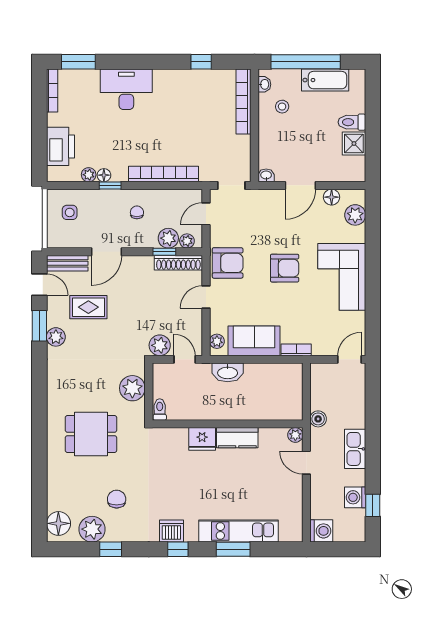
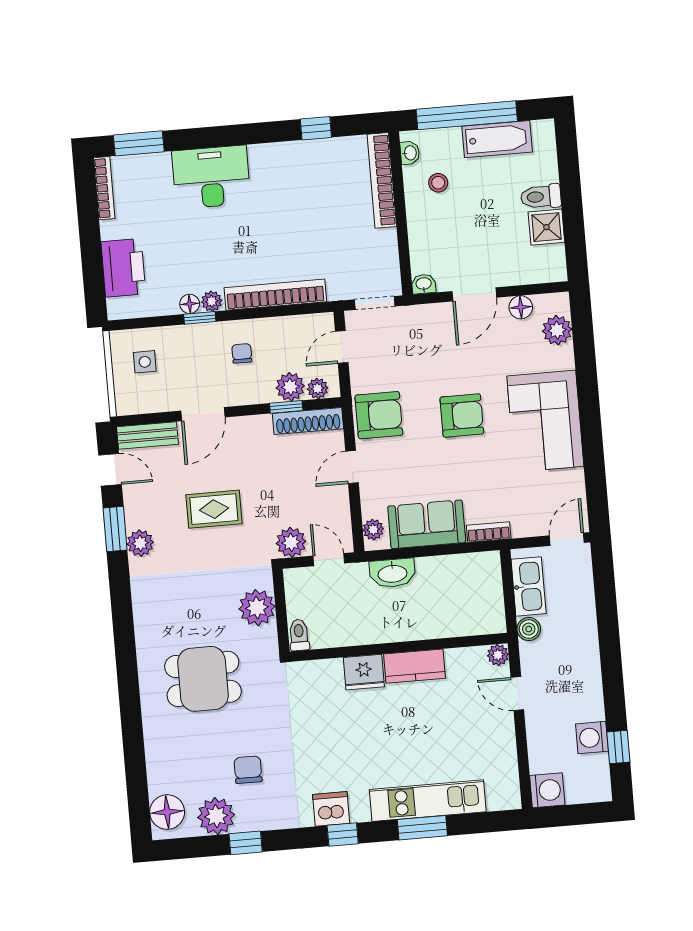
plant: (89, 175) -> (212, 301), moved
rug: (88, 307) -> (214, 509), moved
kitchen sink: (355, 449) -> (529, 586), moved, turned 180

